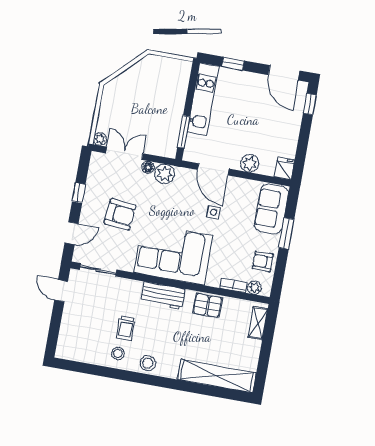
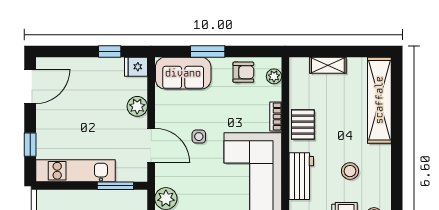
window: (310, 104) -> (110, 52), moved
door: (213, 169) -> (151, 145), hinge flipped
armchair: (263, 261) -> (243, 72), turned -90
bookcase: (233, 285) -> (276, 116), moved
shelving: (258, 323) -> (328, 65), moved
stool: (148, 363) -> (350, 171), moved

